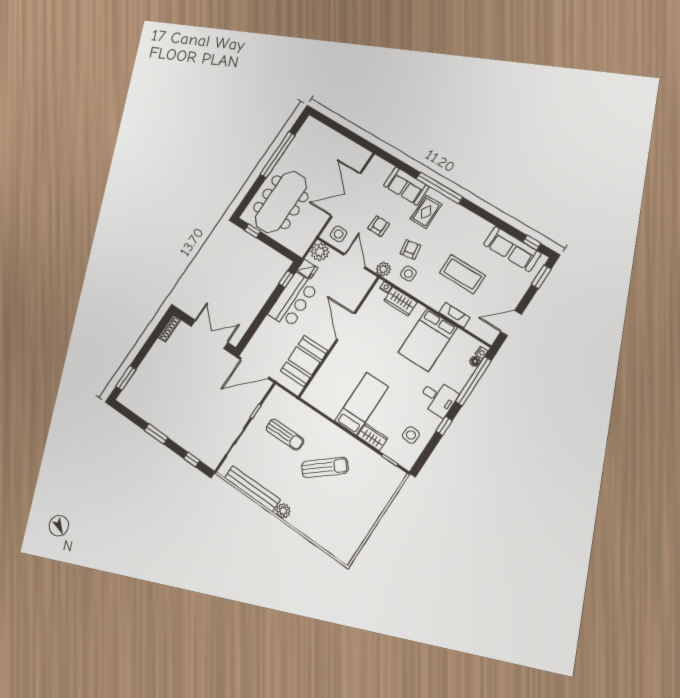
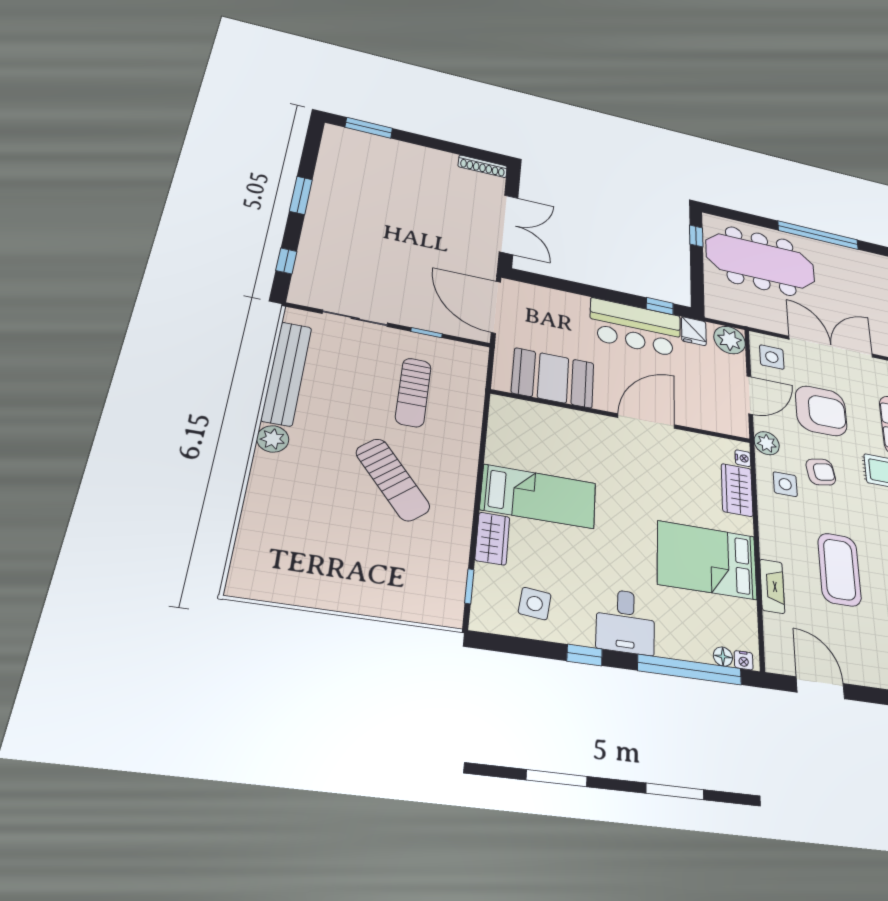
armchair: (379, 226) -> (821, 411), width x1.88, depth x1.88

